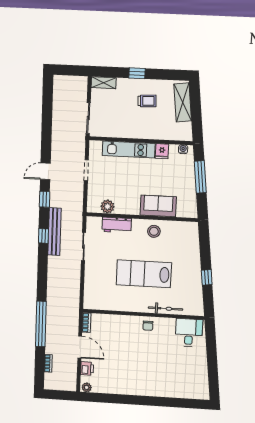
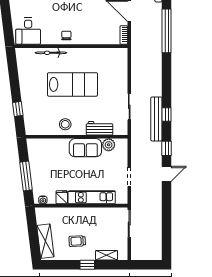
shelving: (104, 83) -> (107, 255), moved
sofa: (158, 206) -> (85, 148), moved
window: (207, 277) -> (18, 109), moved

